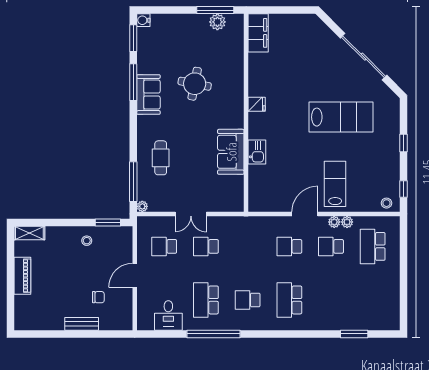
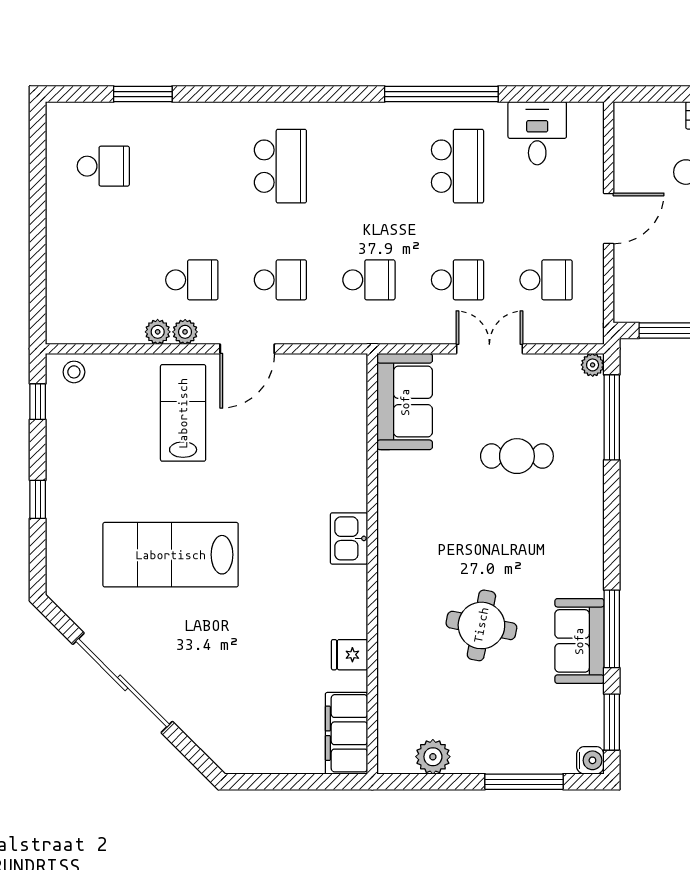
window: (215, 10) -> (524, 782), moved
sofa: (148, 95) -> (579, 641), moved
fridge: (257, 104) -> (350, 655), moved
sofa: (231, 152) -> (405, 402), moved
kitchen sink: (257, 152) -> (349, 538), moved
cafe table: (161, 158) -> (517, 456), moved, turned 90
lab bench: (335, 184) -> (183, 413), turned 180
school desk: (373, 246) -> (103, 166), moved, width x0.54
school desk: (248, 300) -> (369, 280), moved

